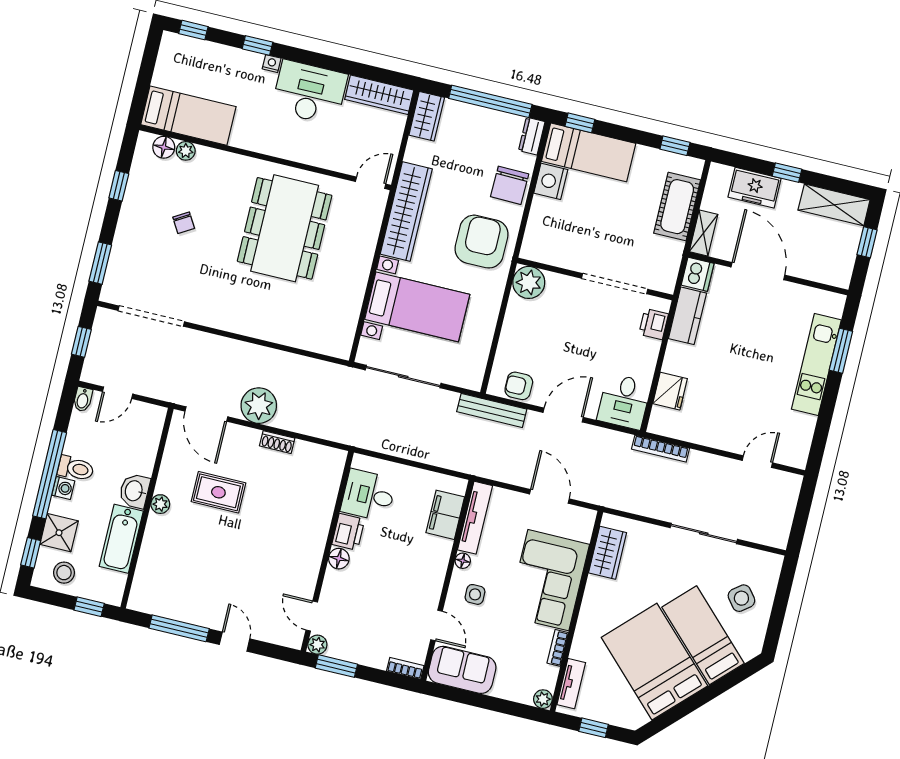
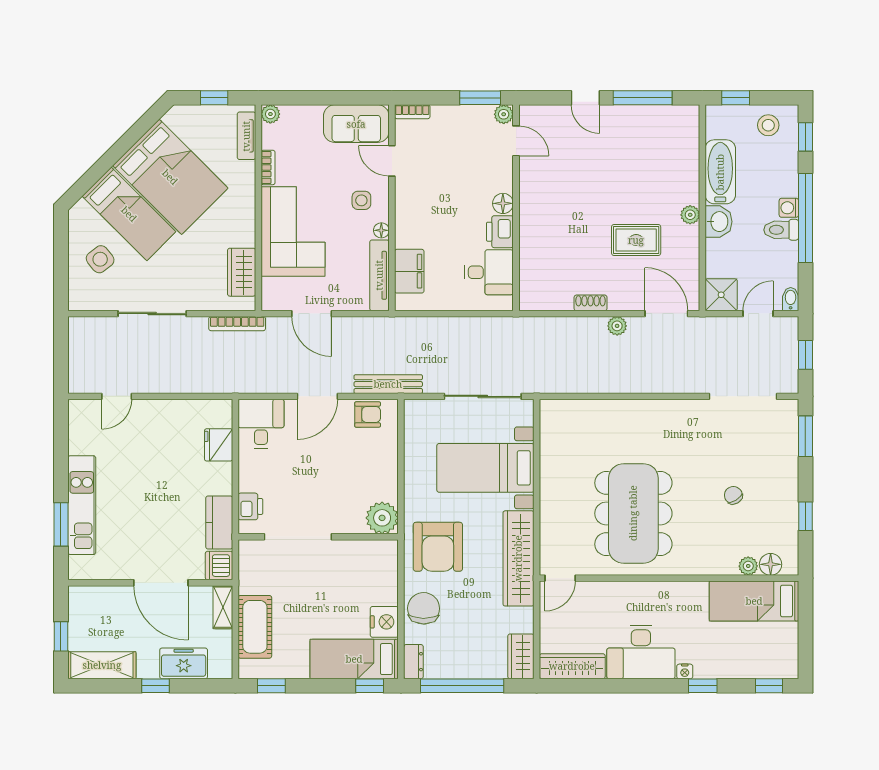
plant: (259, 406) -> (617, 326), width x0.53, depth x0.53
bookcase: (661, 449) -> (237, 324), moved, turned 180
shower: (59, 533) -> (721, 295), moved

